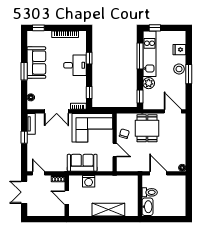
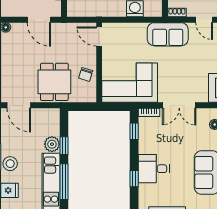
window: (140, 97) -> (64, 146), moved
double door: (57, 111) -> (179, 105), swing flipped
door: (115, 150) -> (99, 37), moved
sofa: (82, 163) -> (168, 34), moved

